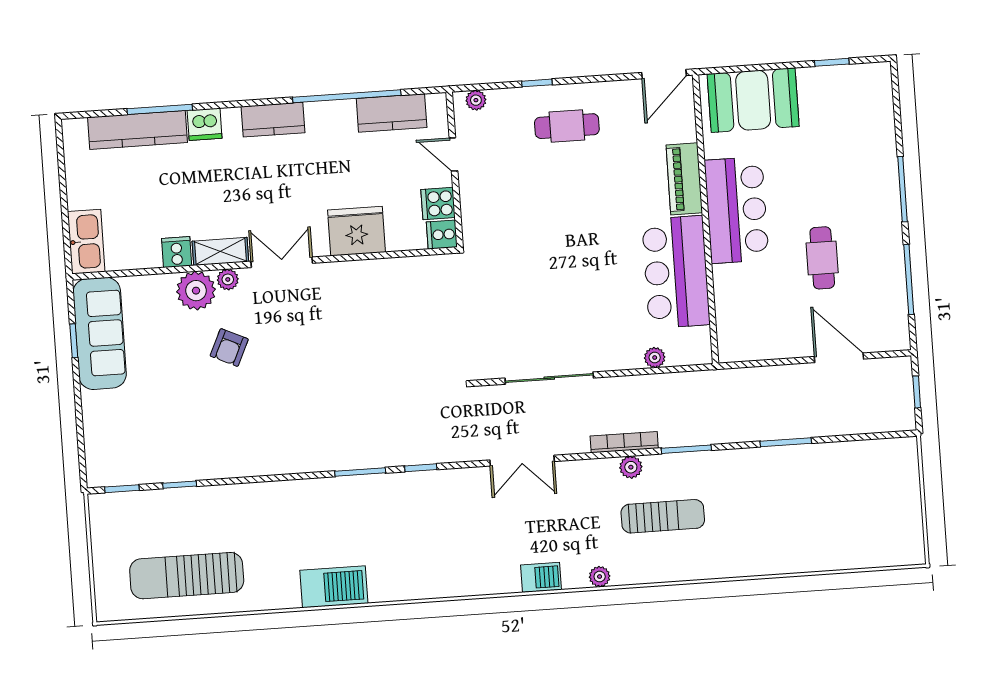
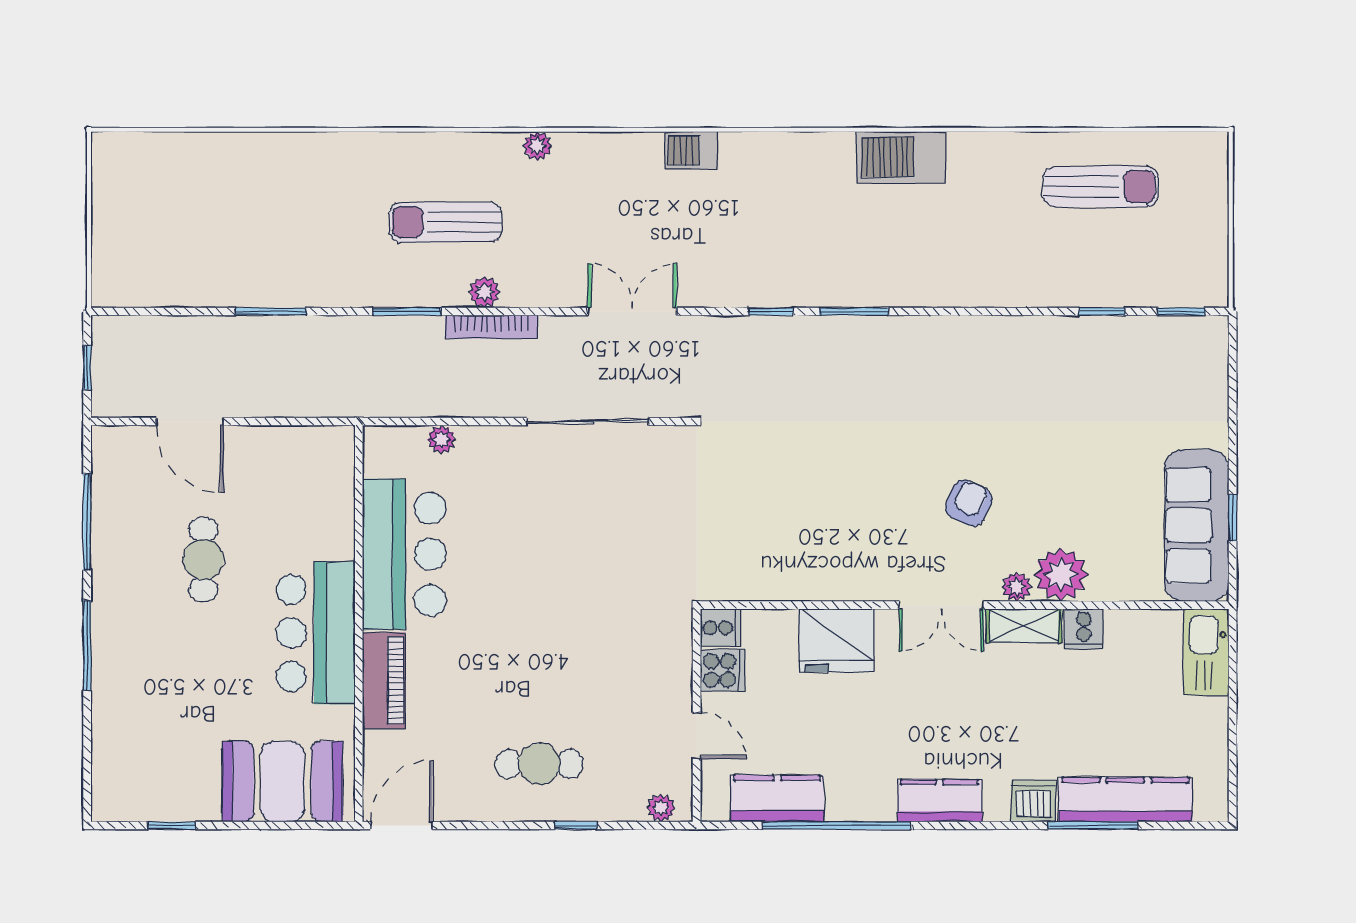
armchair: (229, 348) -> (969, 503), moved
sun lounger: (187, 576) -> (1101, 187), width x0.73, depth x0.75
barbecue: (541, 577) -> (691, 150), moved

